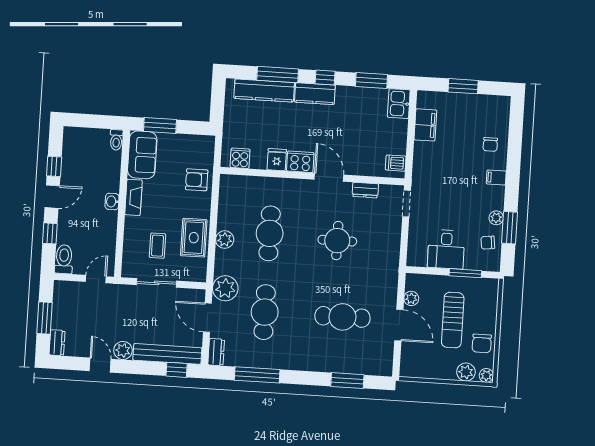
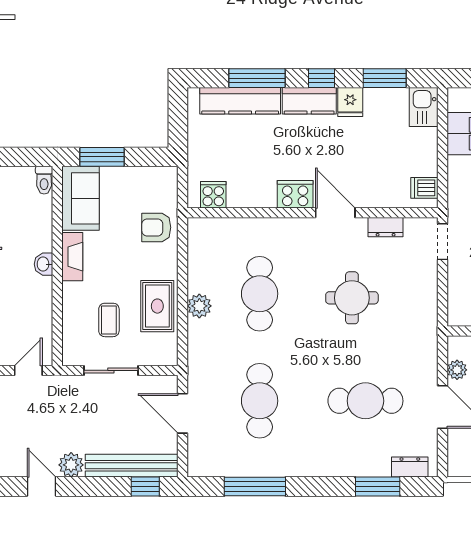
fridge: (277, 160) -> (350, 102), moved, turned 180
plant: (225, 288) -> (204, 372), removed
dresser: (216, 352) -> (410, 467), moved, turned -90

